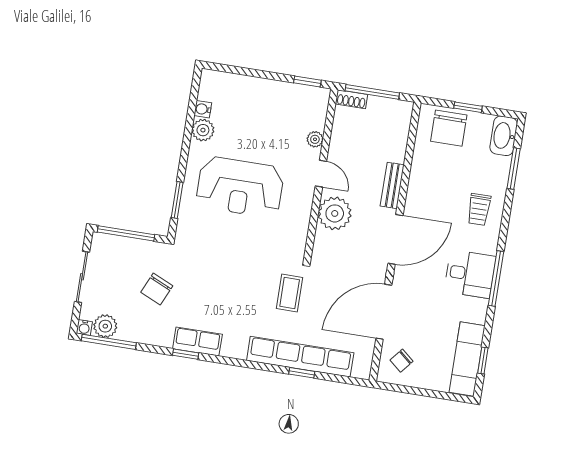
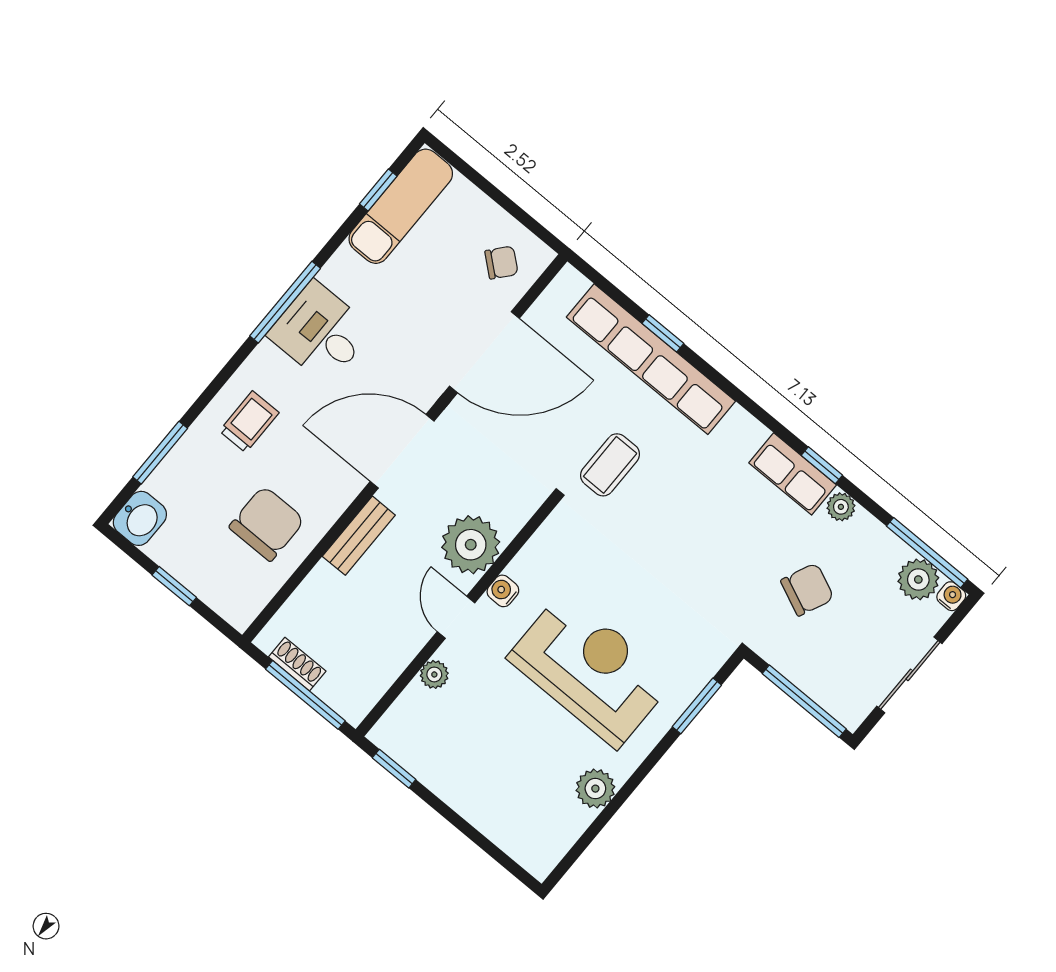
shoe rack: (351, 99) -> (297, 664), moved
water cooler: (203, 109) -> (503, 591), moved, turned 180
chair: (449, 128) -> (267, 524), moved
washbasin: (504, 136) -> (140, 518), width x0.72
plant: (164, 339) -> (841, 507), added

